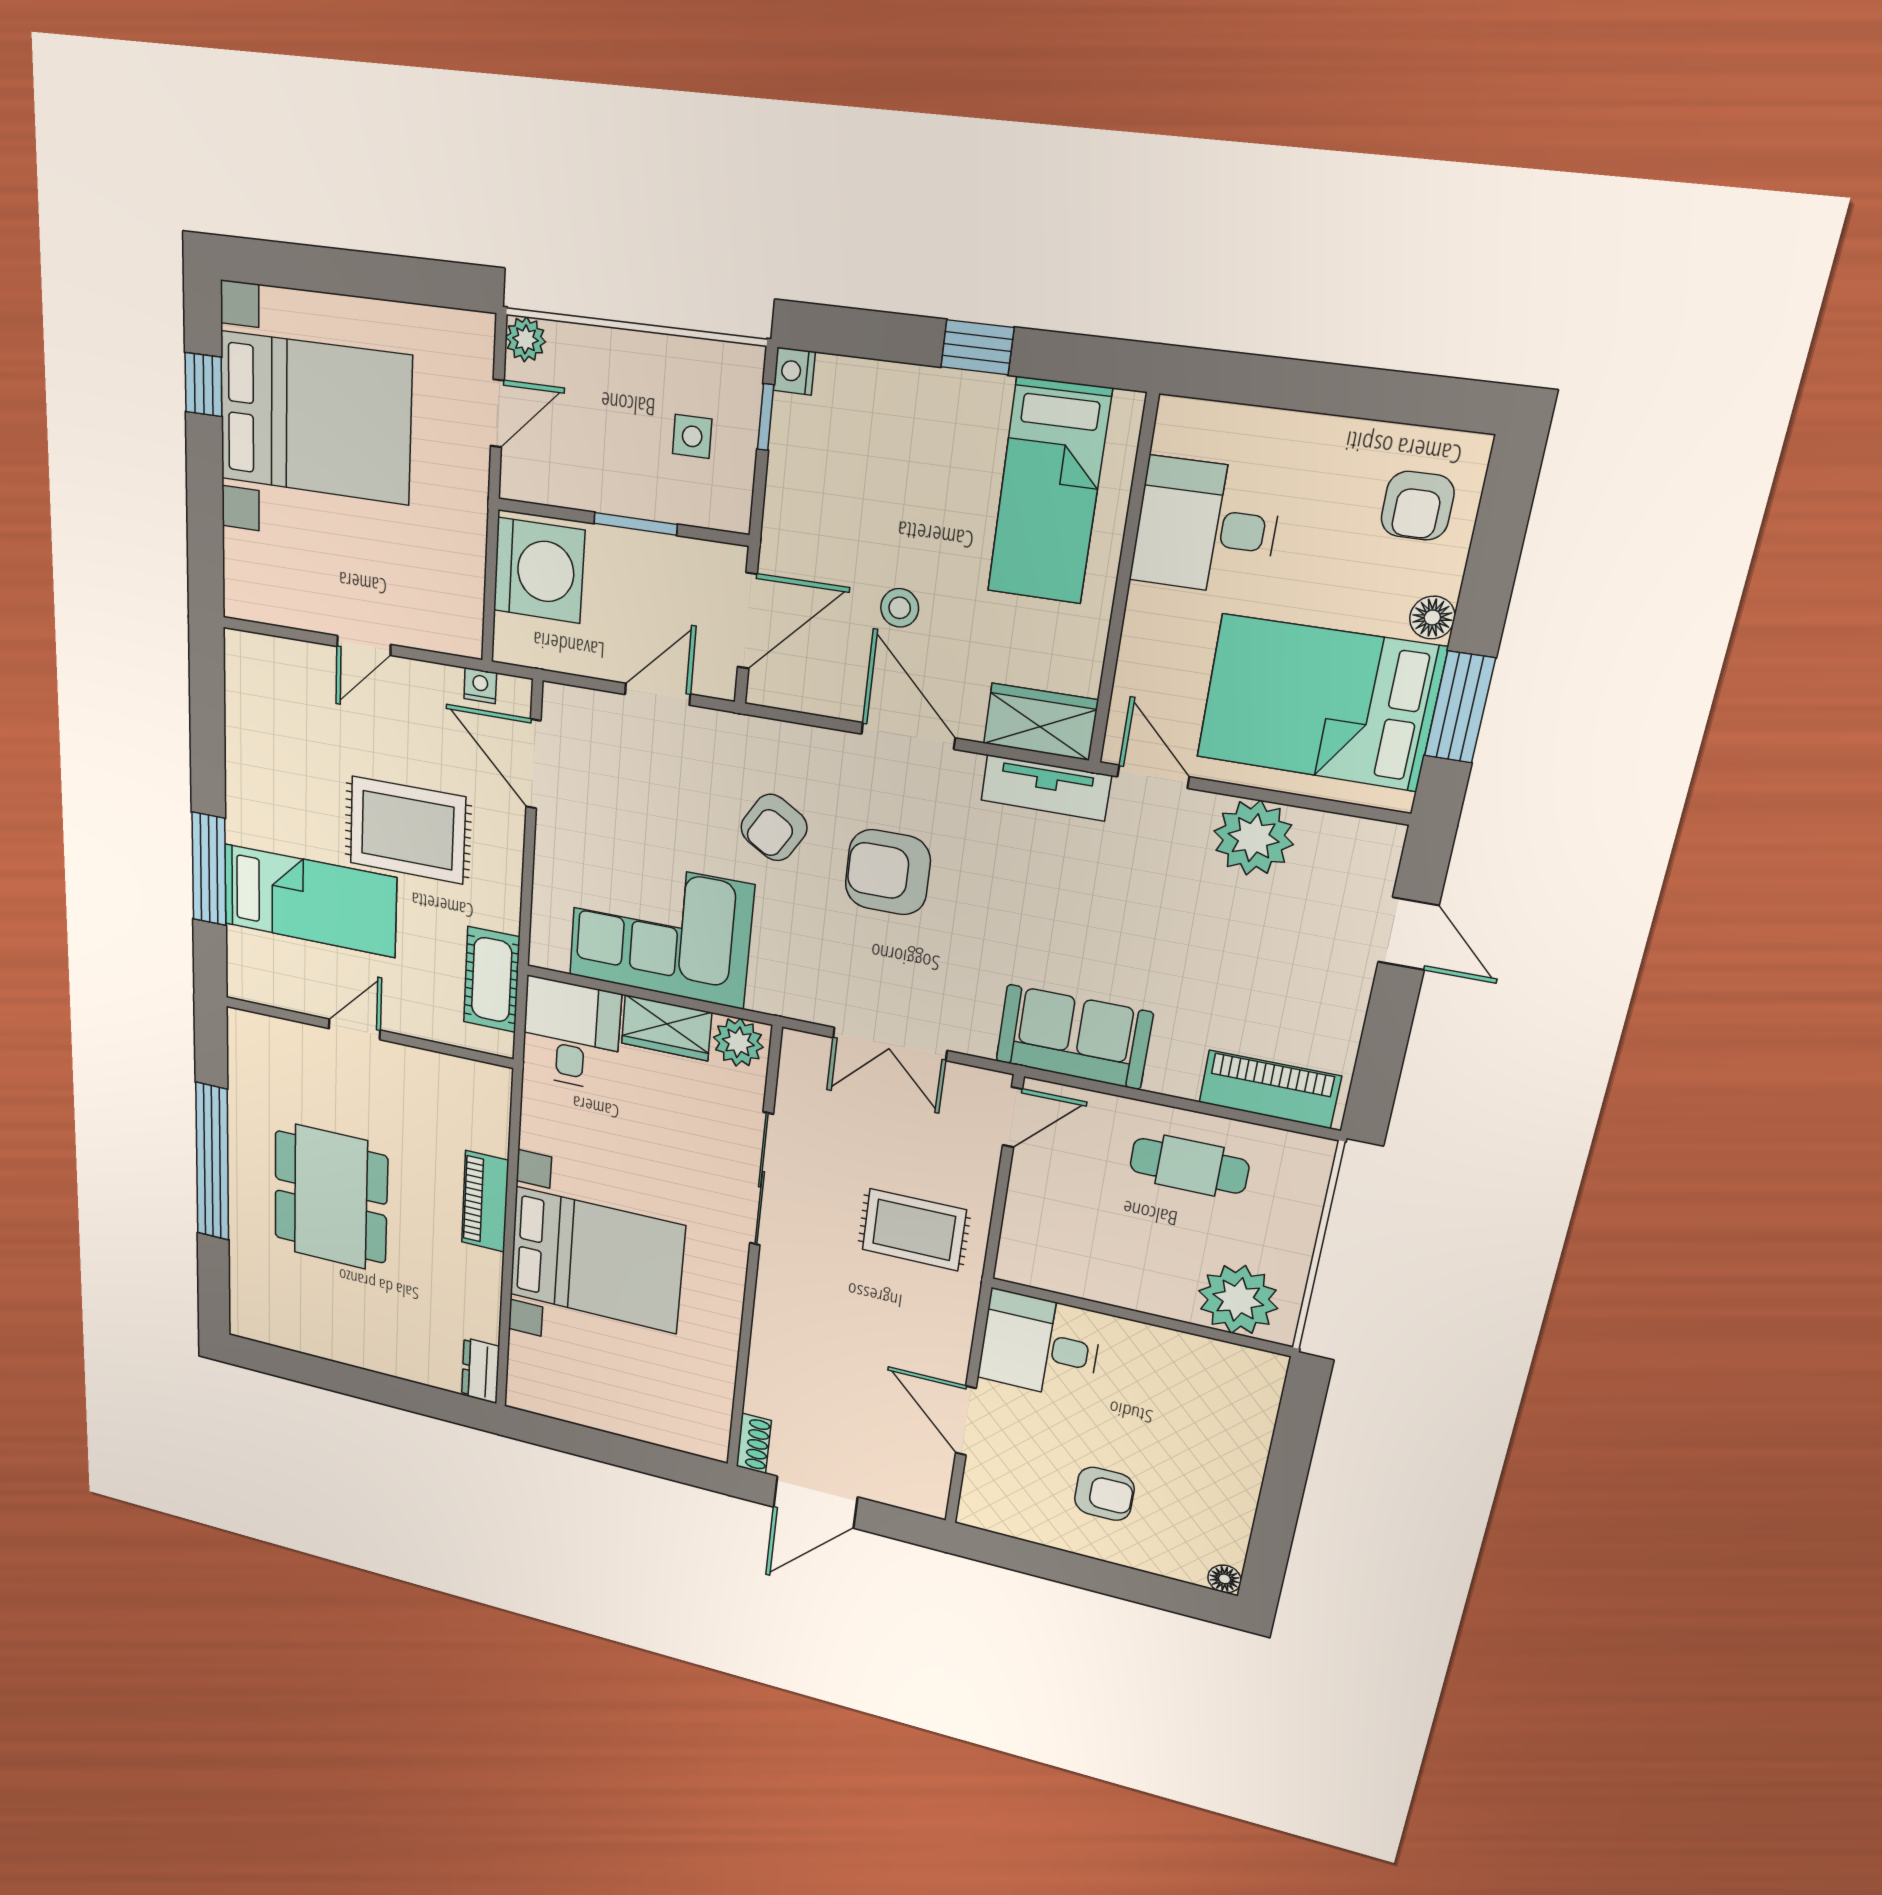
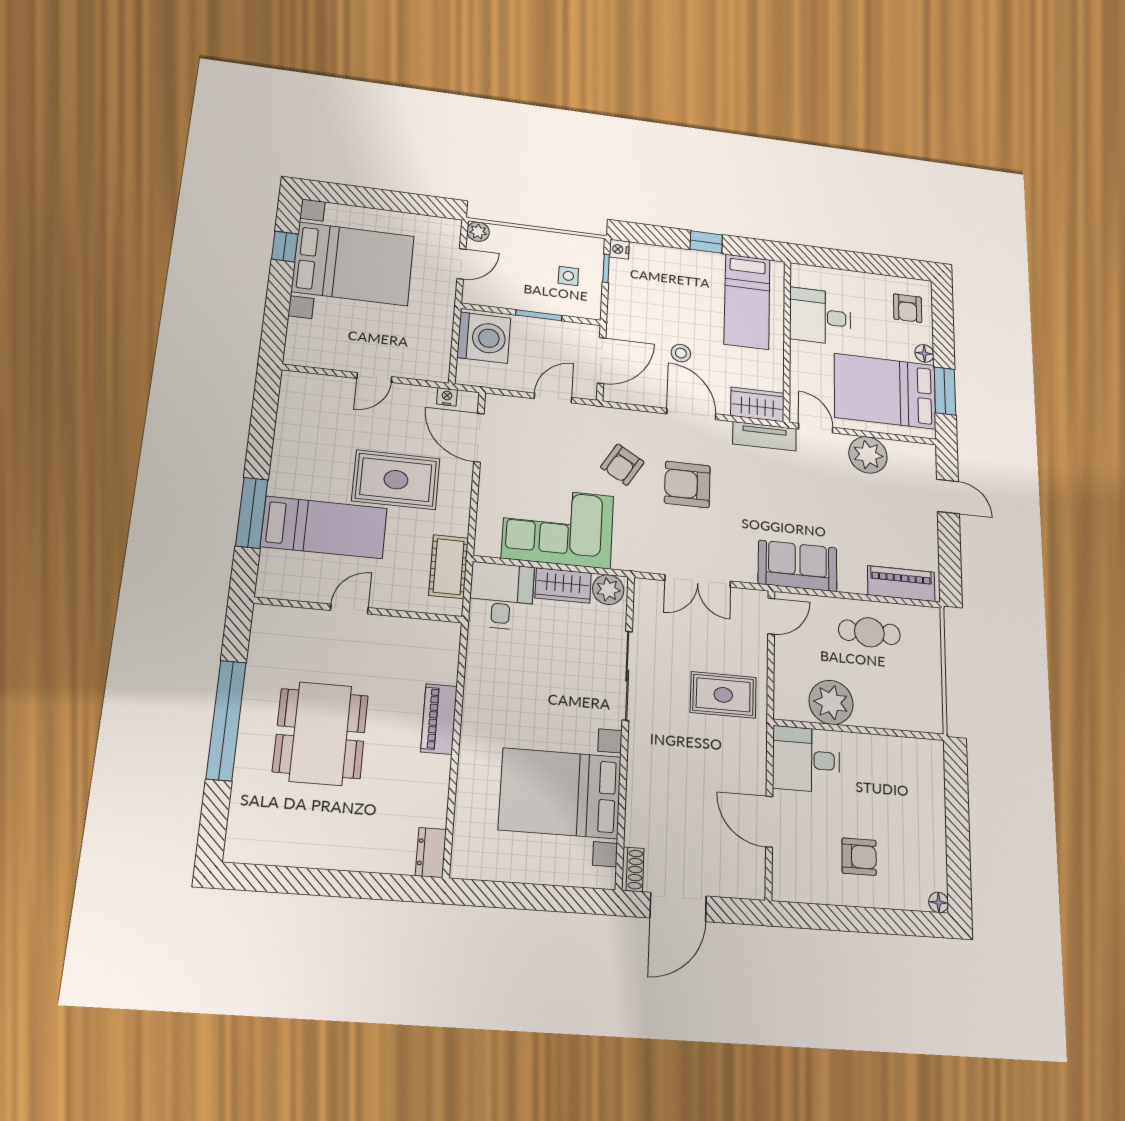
bed with nightstands: (596, 1260) -> (560, 793), moved, turned 180
plant: (1238, 1300) -> (831, 702), moved

